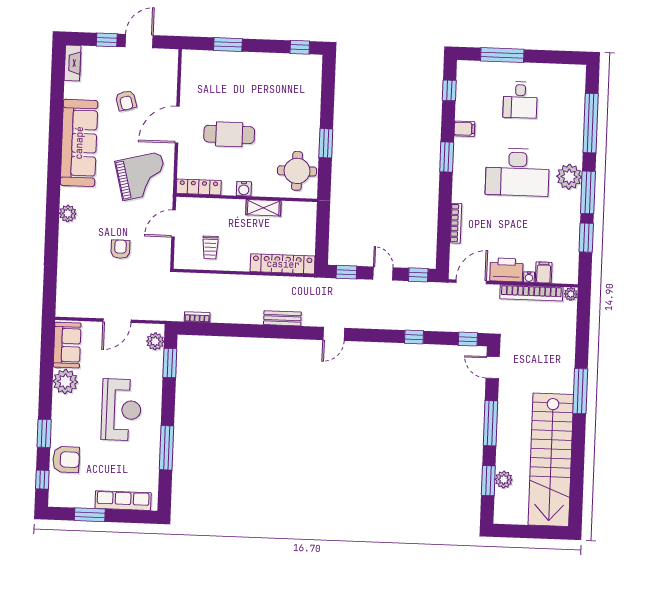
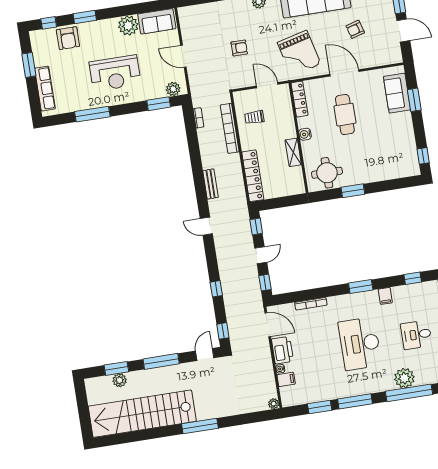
sofa: (215, 64) -> (397, 93), added
plant: (569, 177) -> (404, 378), moved
bookcase: (531, 293) -> (230, 128), moved

